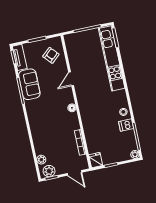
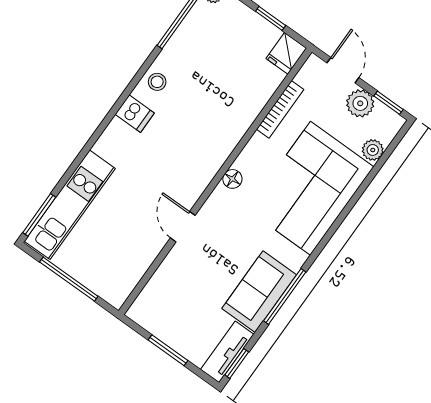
armchair: (51, 55) -> (174, 300), removed
kitchen unit: (112, 58) -> (70, 205), width x0.73
door: (71, 79) -> (183, 227), swing flipped
dishwasher: (126, 125) -> (135, 114), moved
corner sofa: (47, 129) -> (310, 188), added
plant: (49, 171) -> (360, 103), moved

